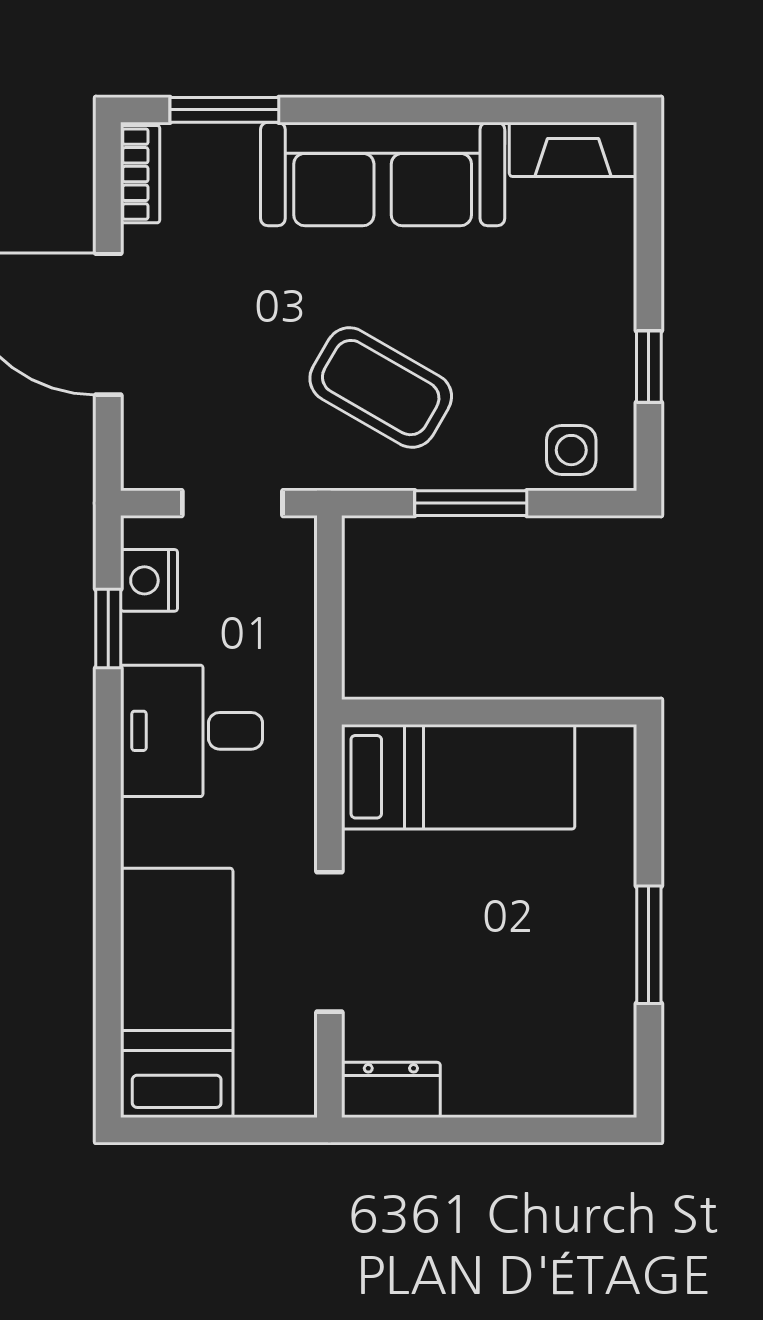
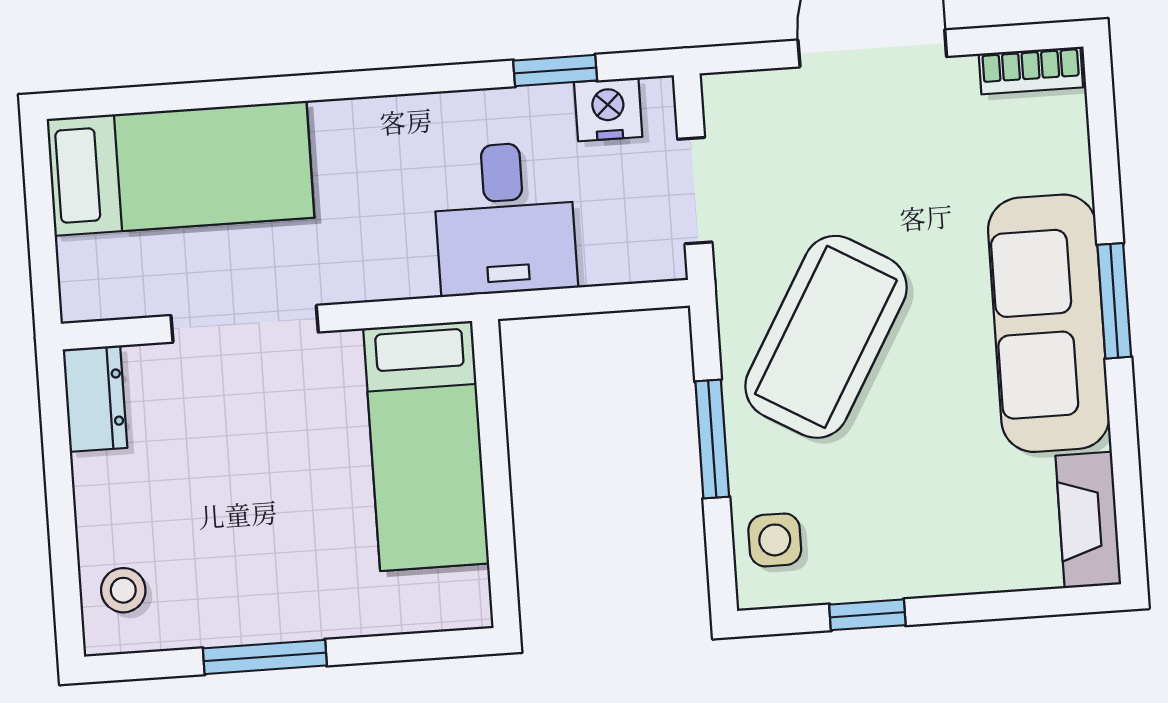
window: (224, 110) -> (1114, 301), moved
coffee table: (381, 388) -> (826, 337), width x1.36, depth x1.32
desk: (192, 731) -> (505, 218), moved, turned 180
stool: (576, 1076) -> (123, 590), added

